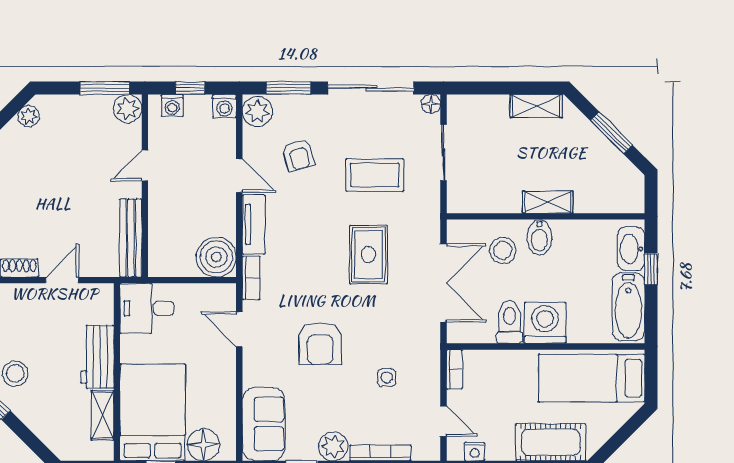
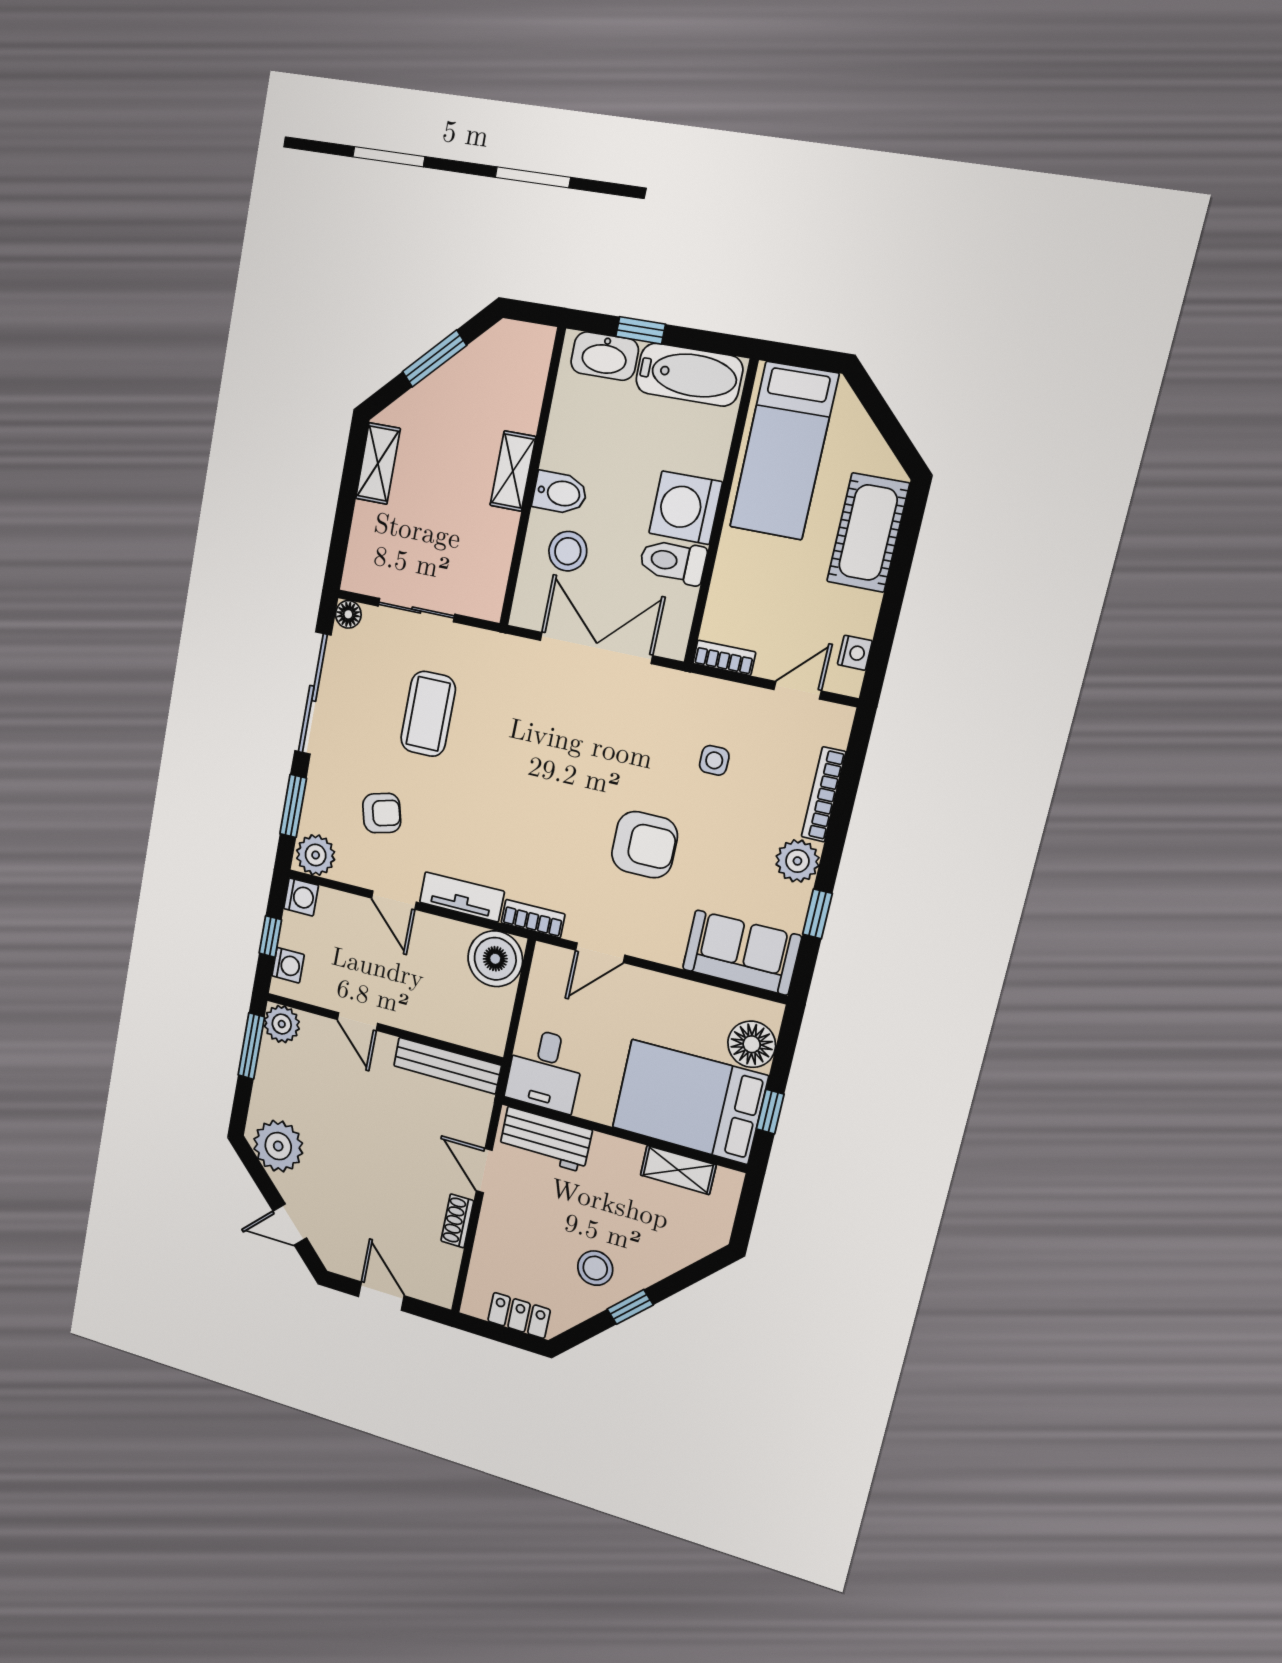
plant: (29, 116) -> (278, 1146), width x1.88, depth x1.88
door: (239, 176) -> (394, 900), swing flipped
rug: (369, 255) -> (535, 747), removed
workbench: (97, 357) -> (545, 1140), moved

